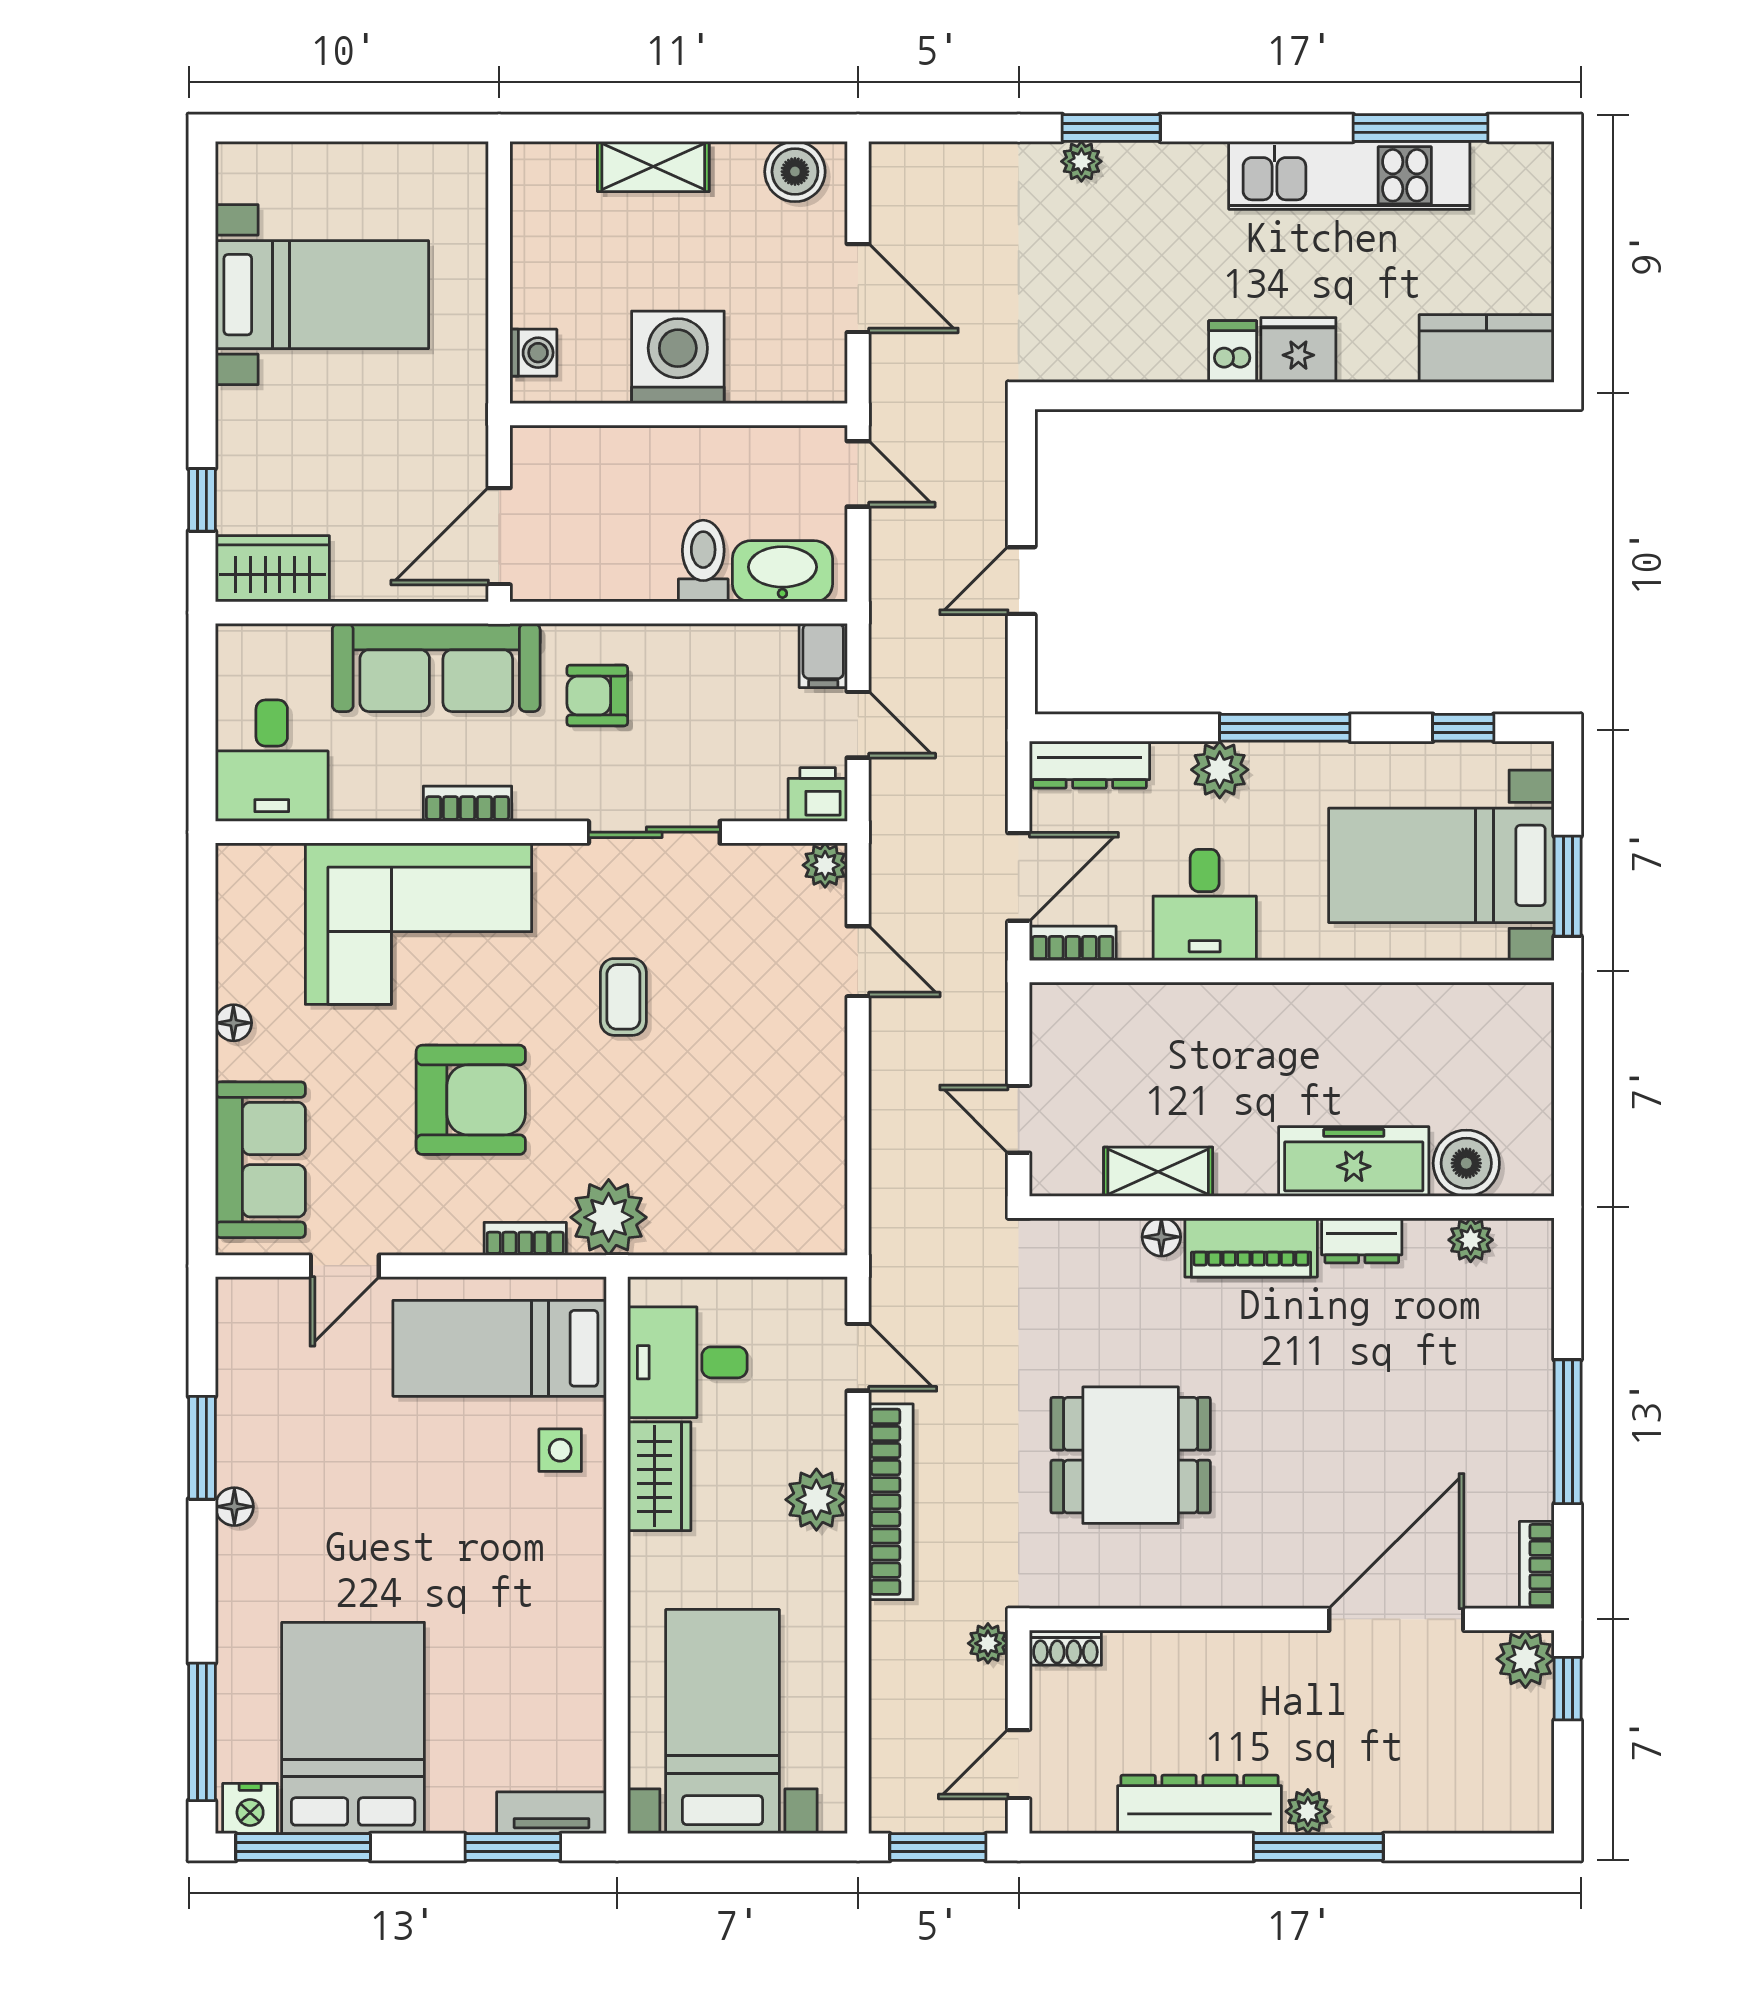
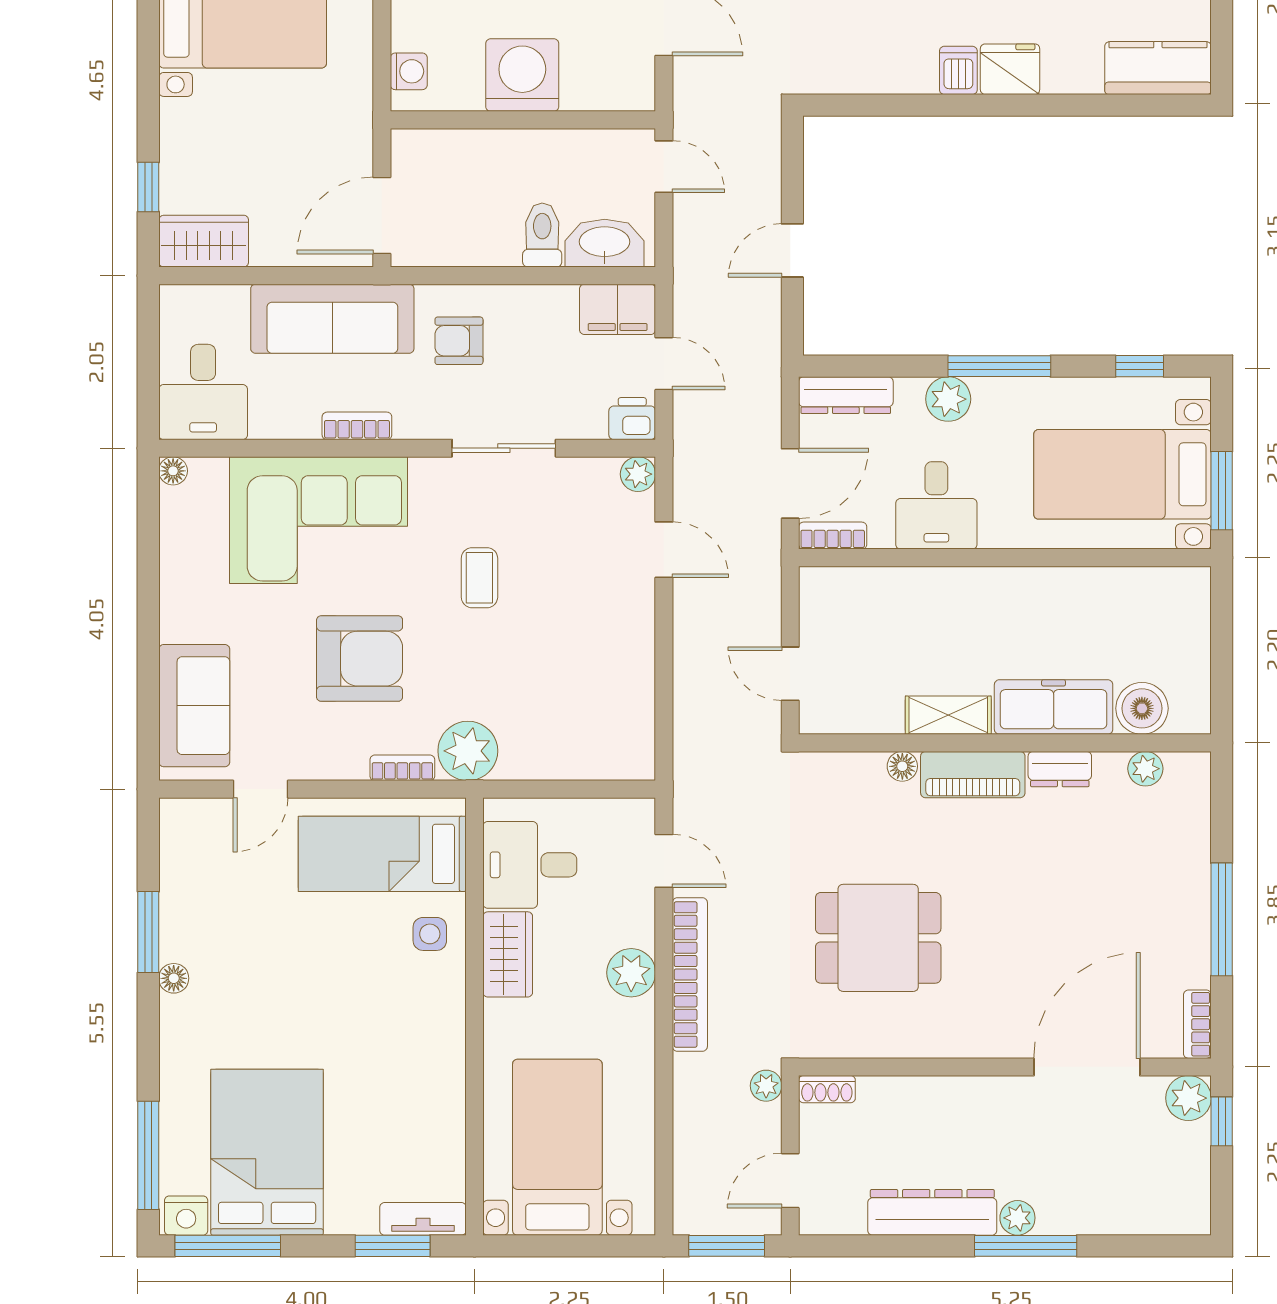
filing cabinet: (823, 655) -> (618, 309), width x2.00
floor lamp: (233, 1023) -> (173, 471), moved
shelving: (1158, 1172) -> (948, 715), moved

